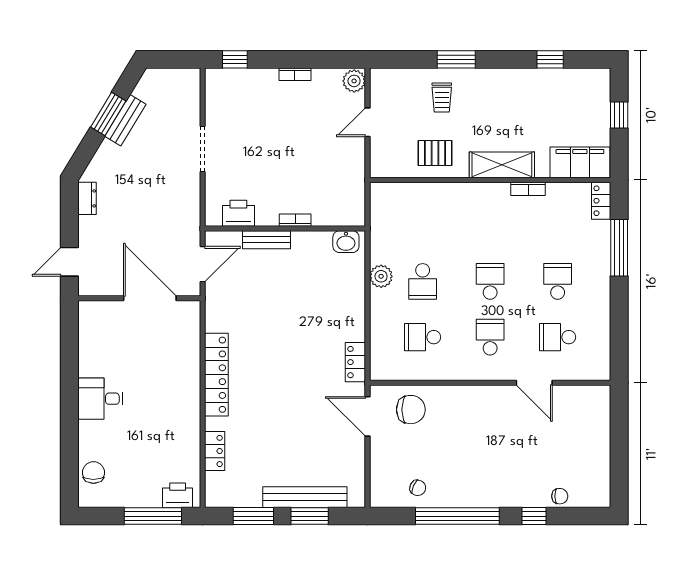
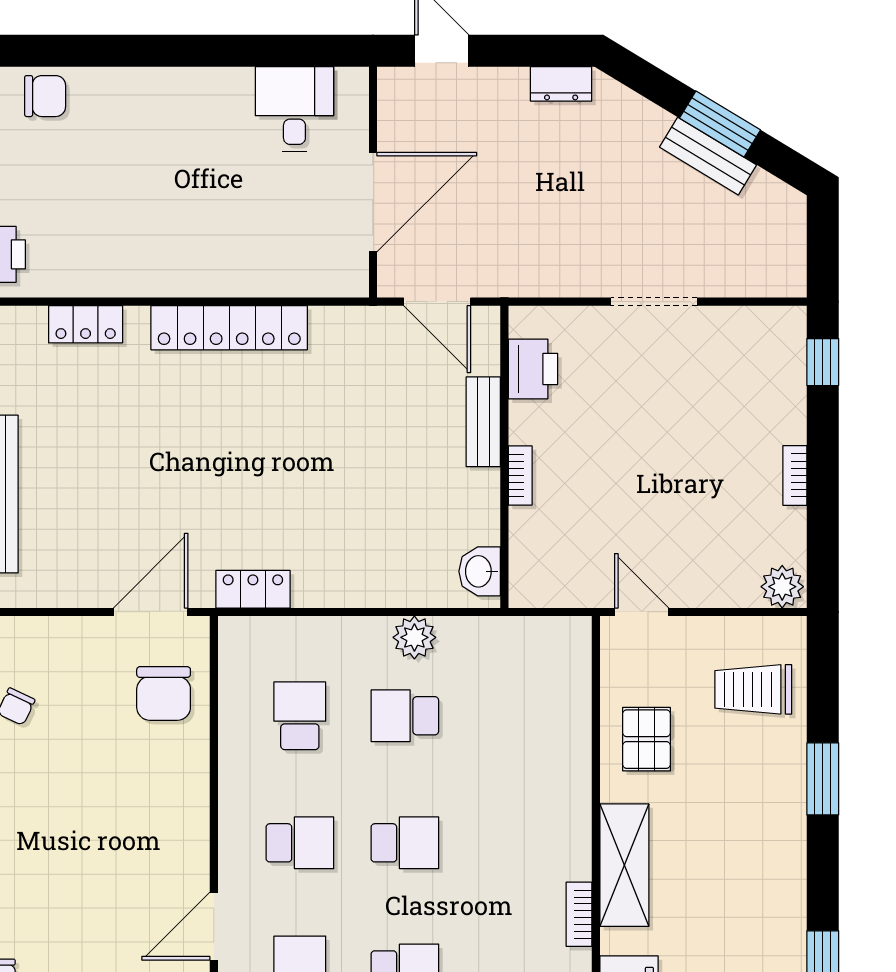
trolley: (442, 98) -> (753, 689), moved, width x1.36, depth x1.39
door: (368, 122) -> (642, 612), moved
desk: (100, 399) -> (294, 109), moved

